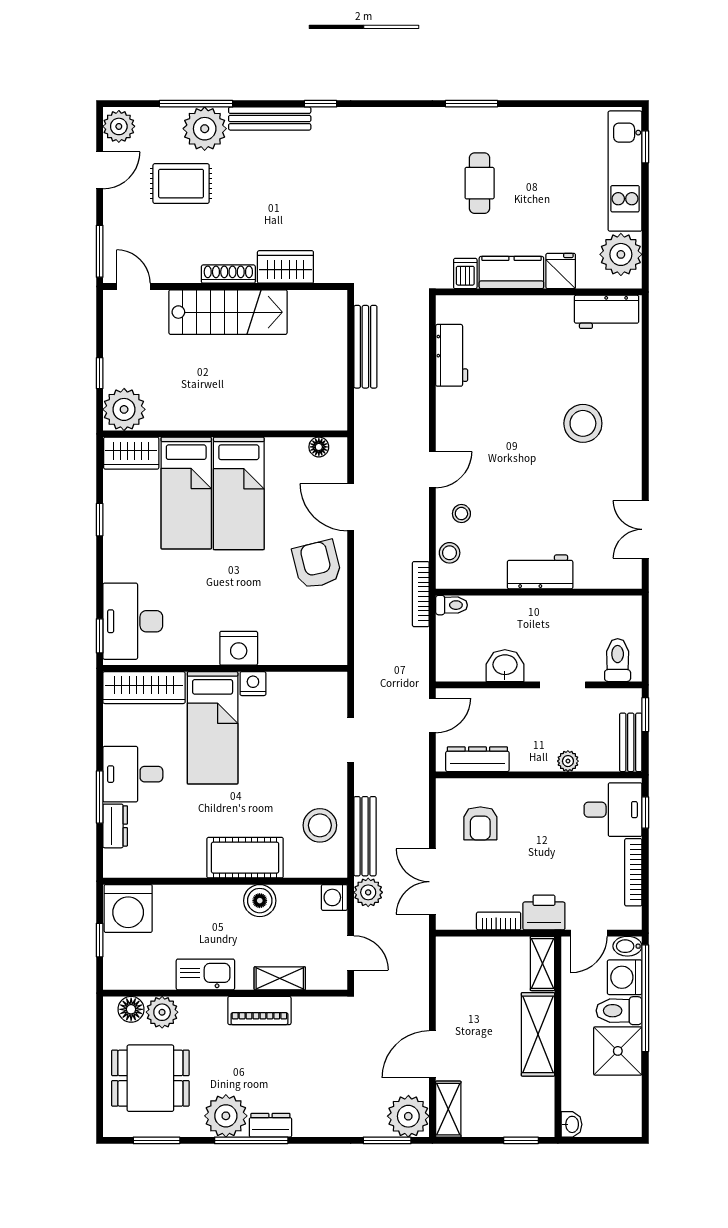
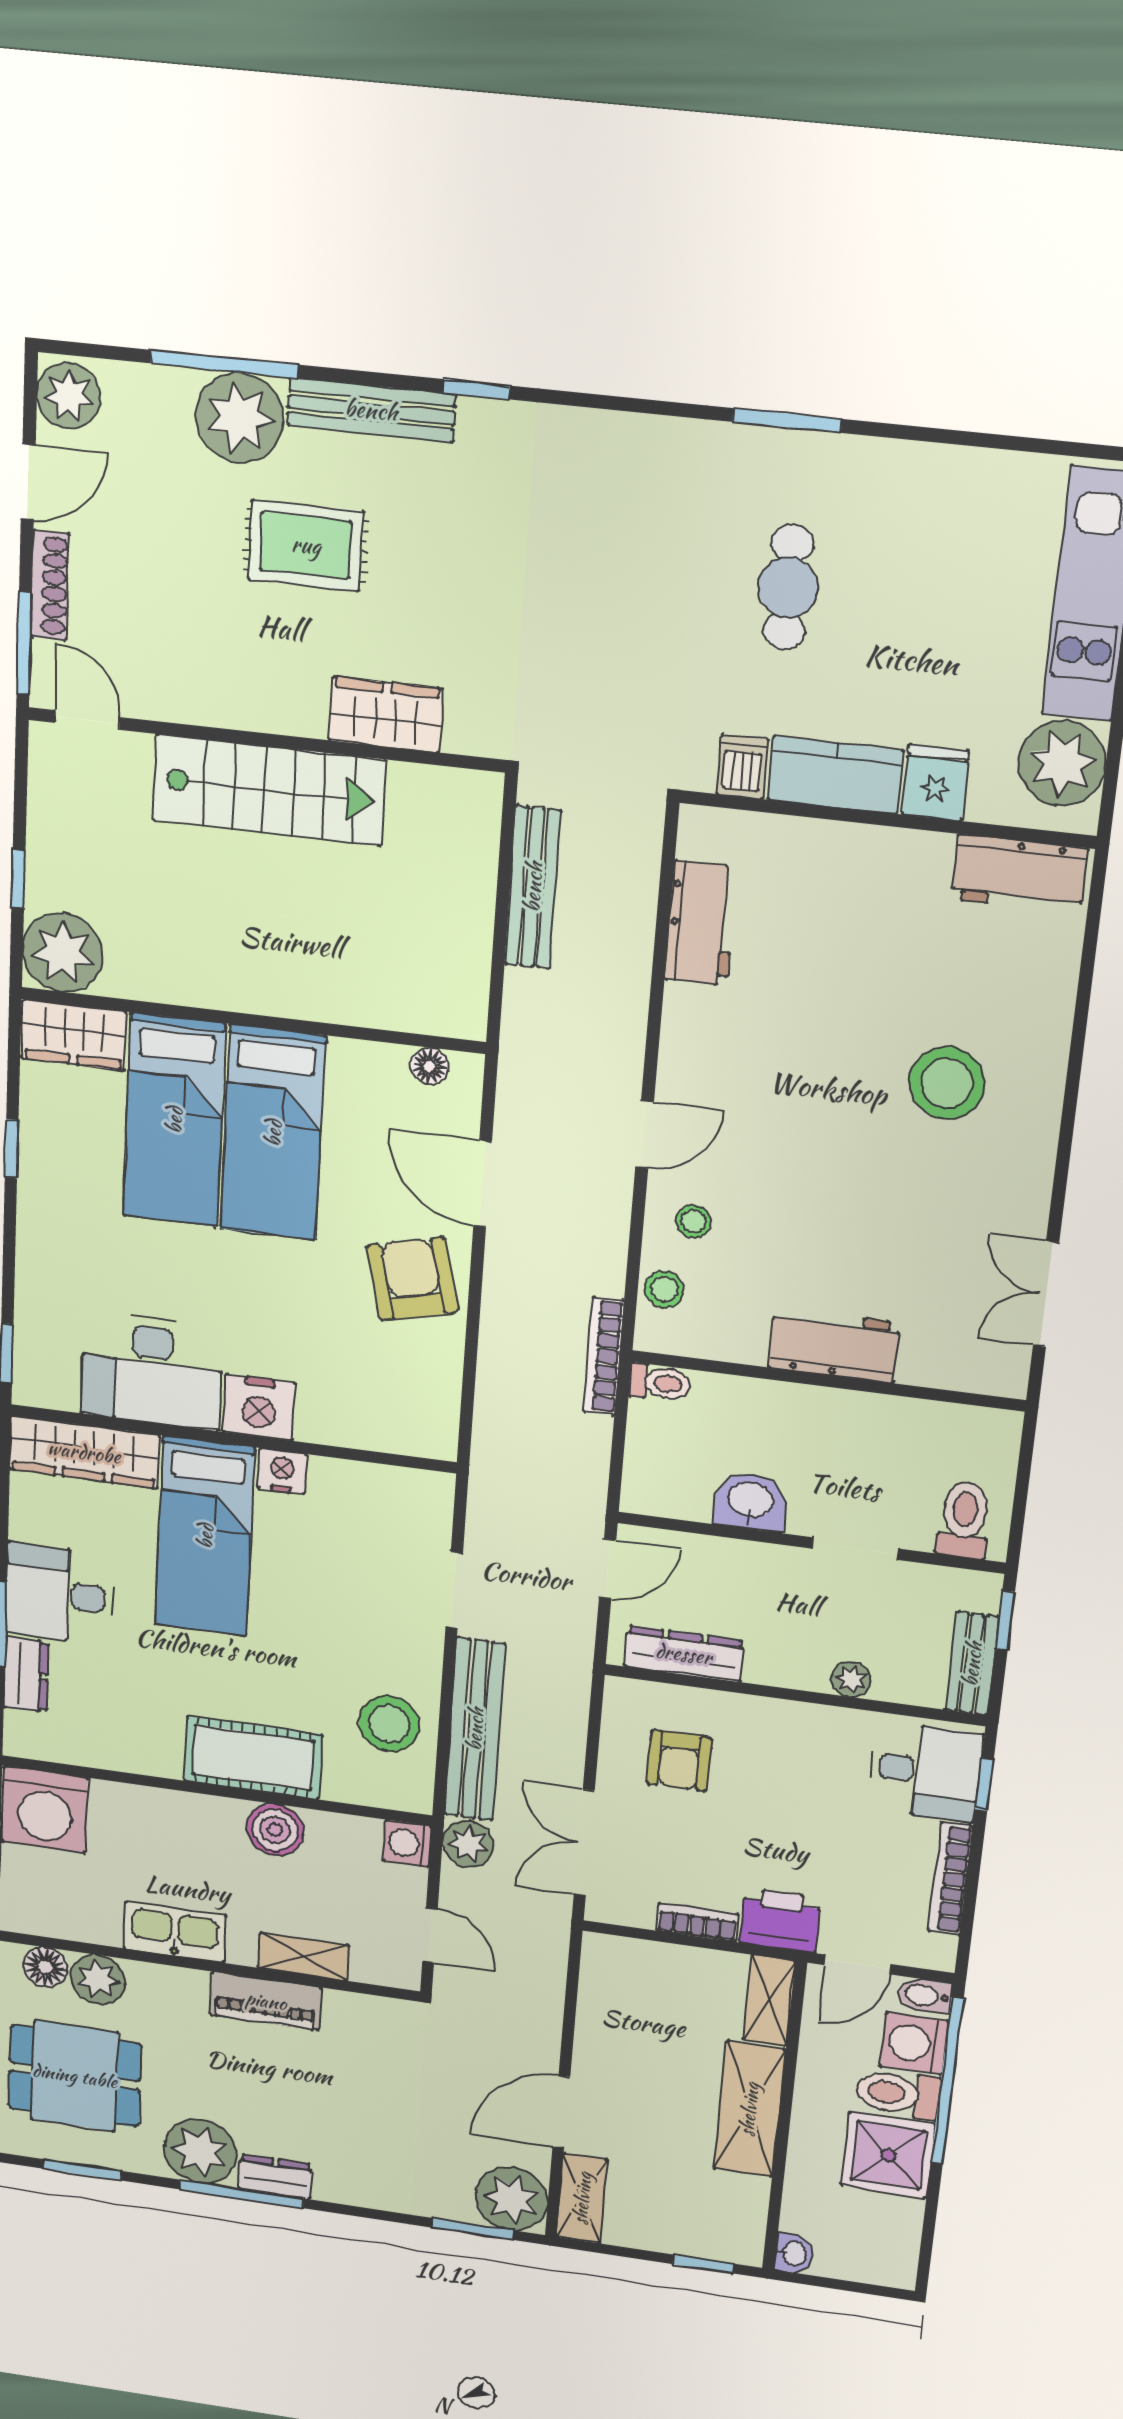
rug: (181, 184) -> (306, 545), moved
shoe rack: (228, 274) -> (50, 585), moved, turned 90
desk: (133, 621) -> (152, 1371), moved, turned -90
bench: (365, 836) -> (475, 1729), width x1.37, depth x1.21

